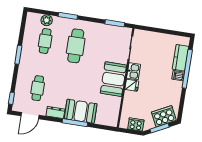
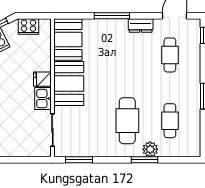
plant: (47, 20) -> (150, 149), moved
booth: (81, 111) -> (68, 39), moved, turned 90

